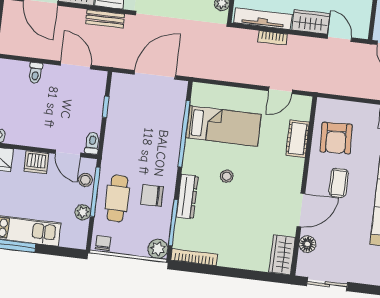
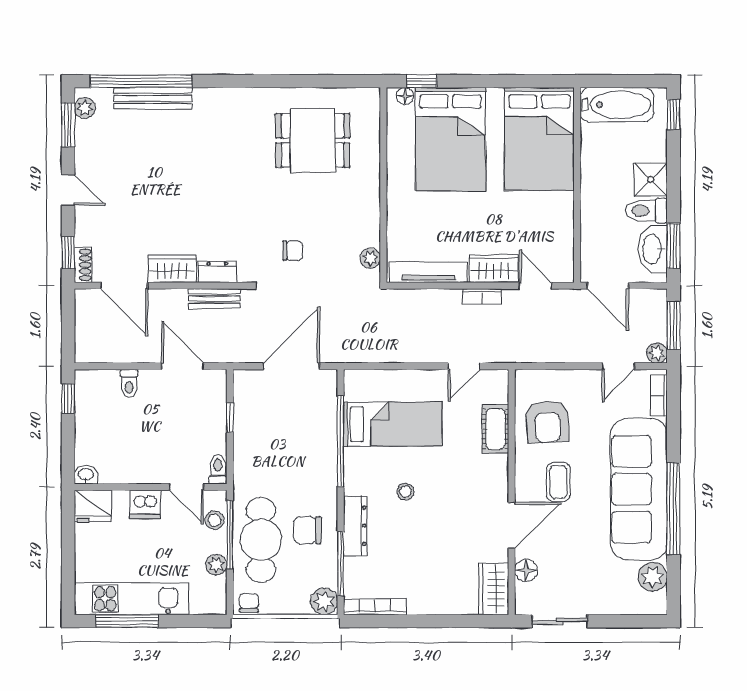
bookcase: (272, 38) -> (482, 296), moved
cafe table: (117, 198) -> (261, 540), width x1.37, depth x1.35

